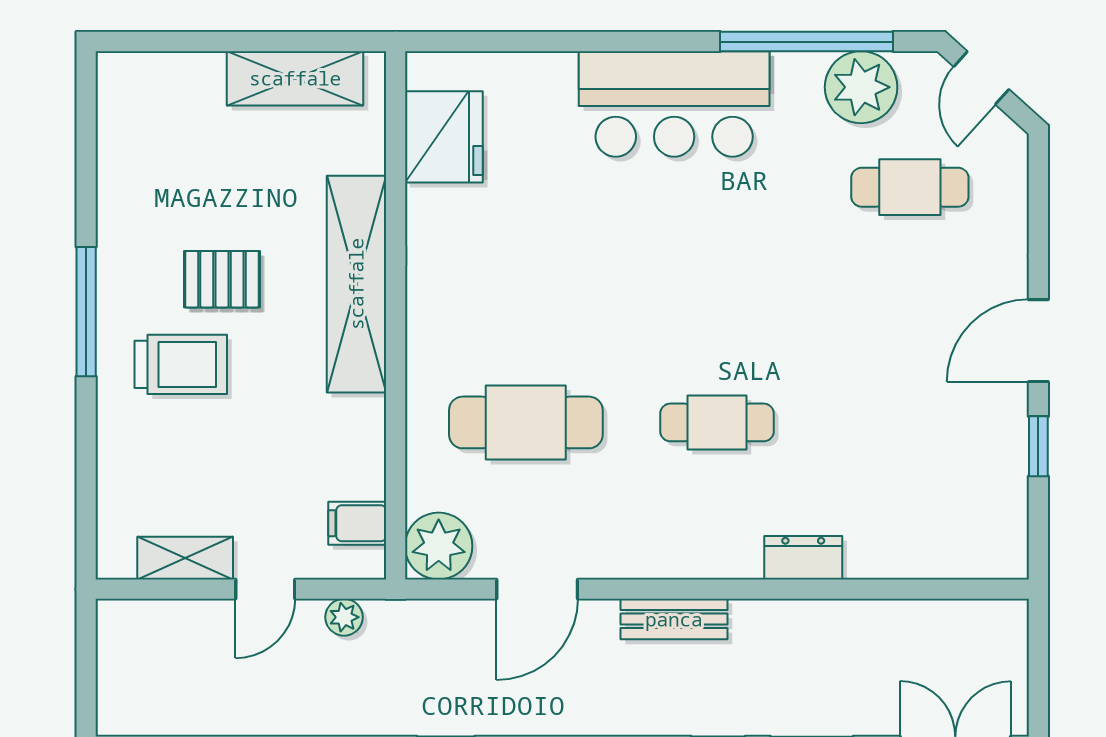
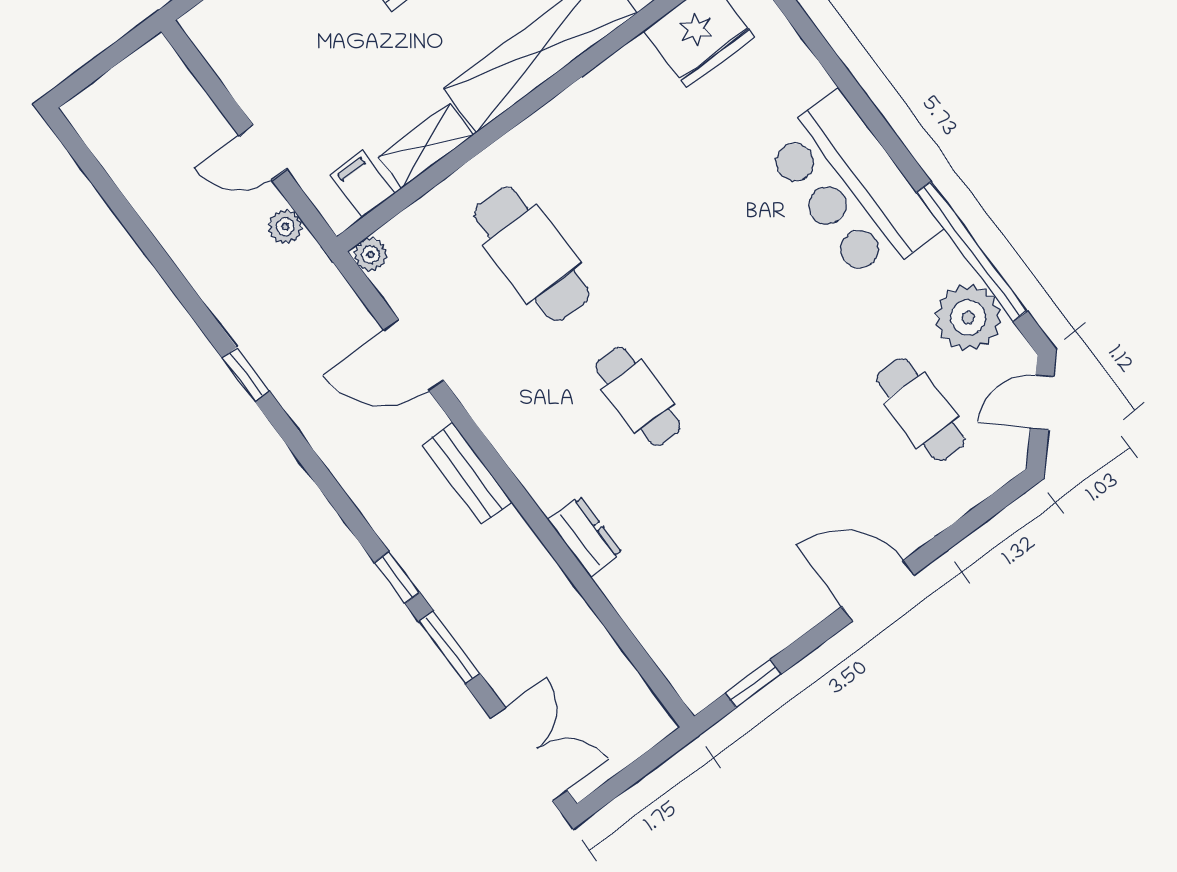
window: (1038, 446) -> (753, 684), moved
plant: (439, 546) -> (371, 255), width x0.53, depth x0.53
shelving: (185, 558) -> (426, 146), moved, turned 90

